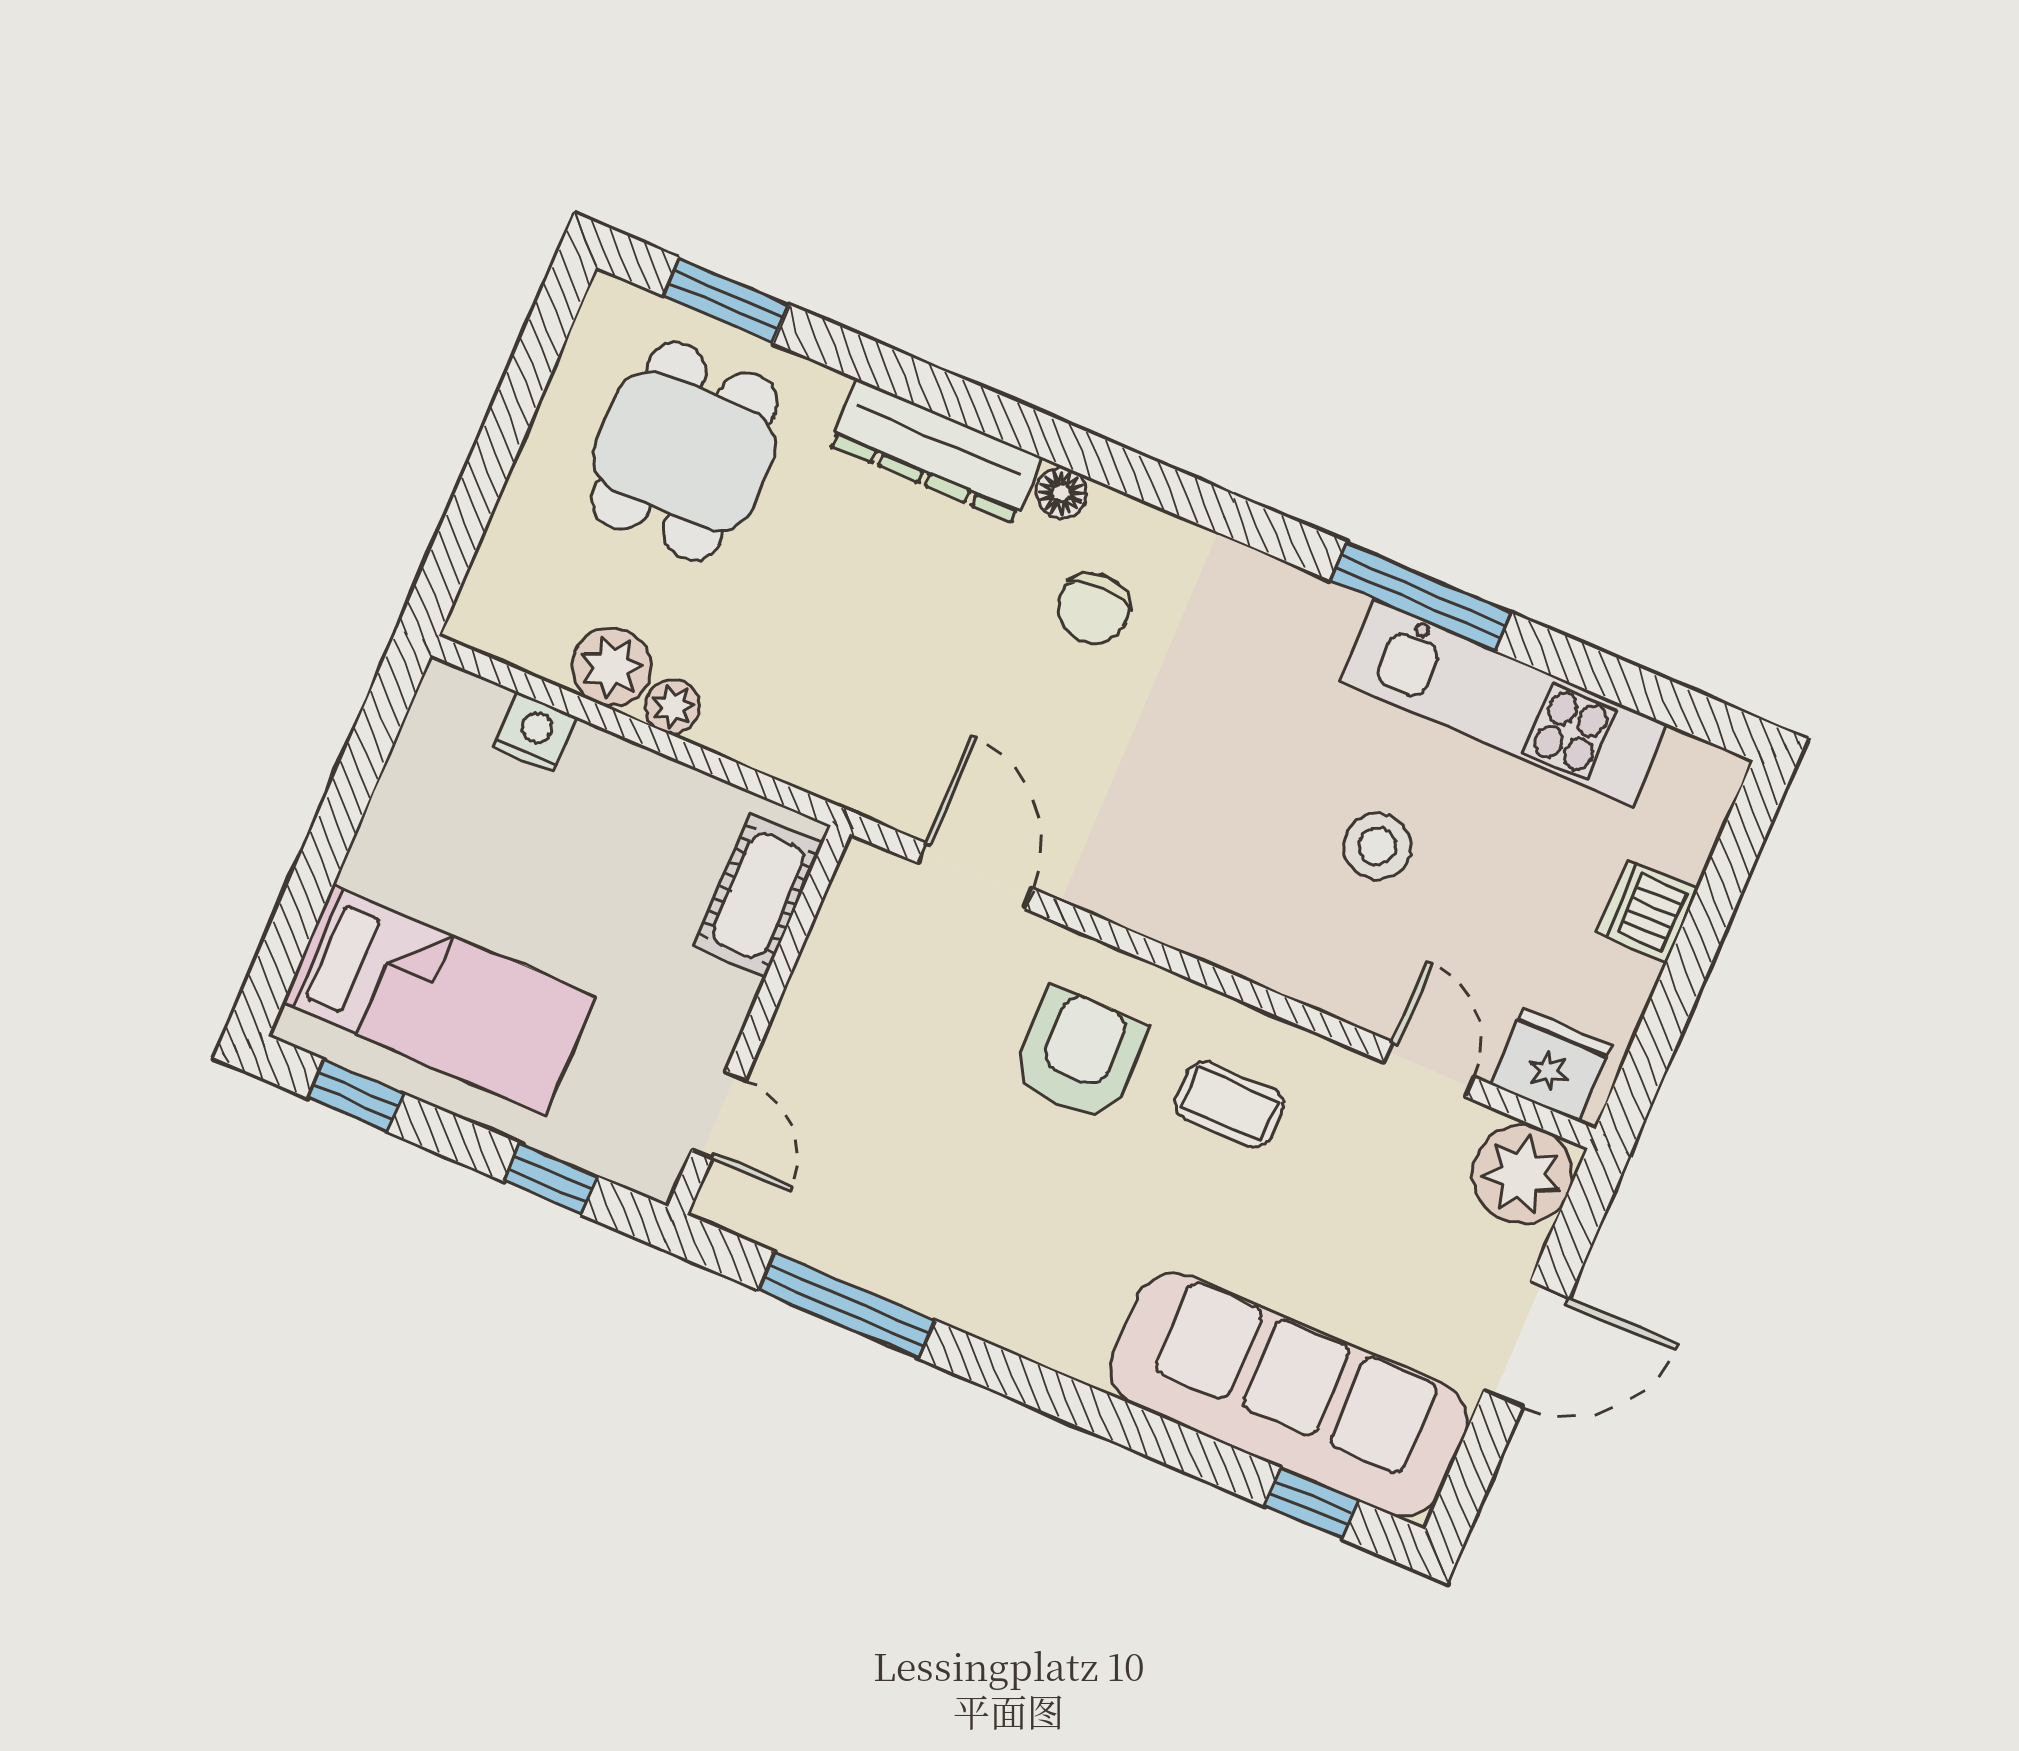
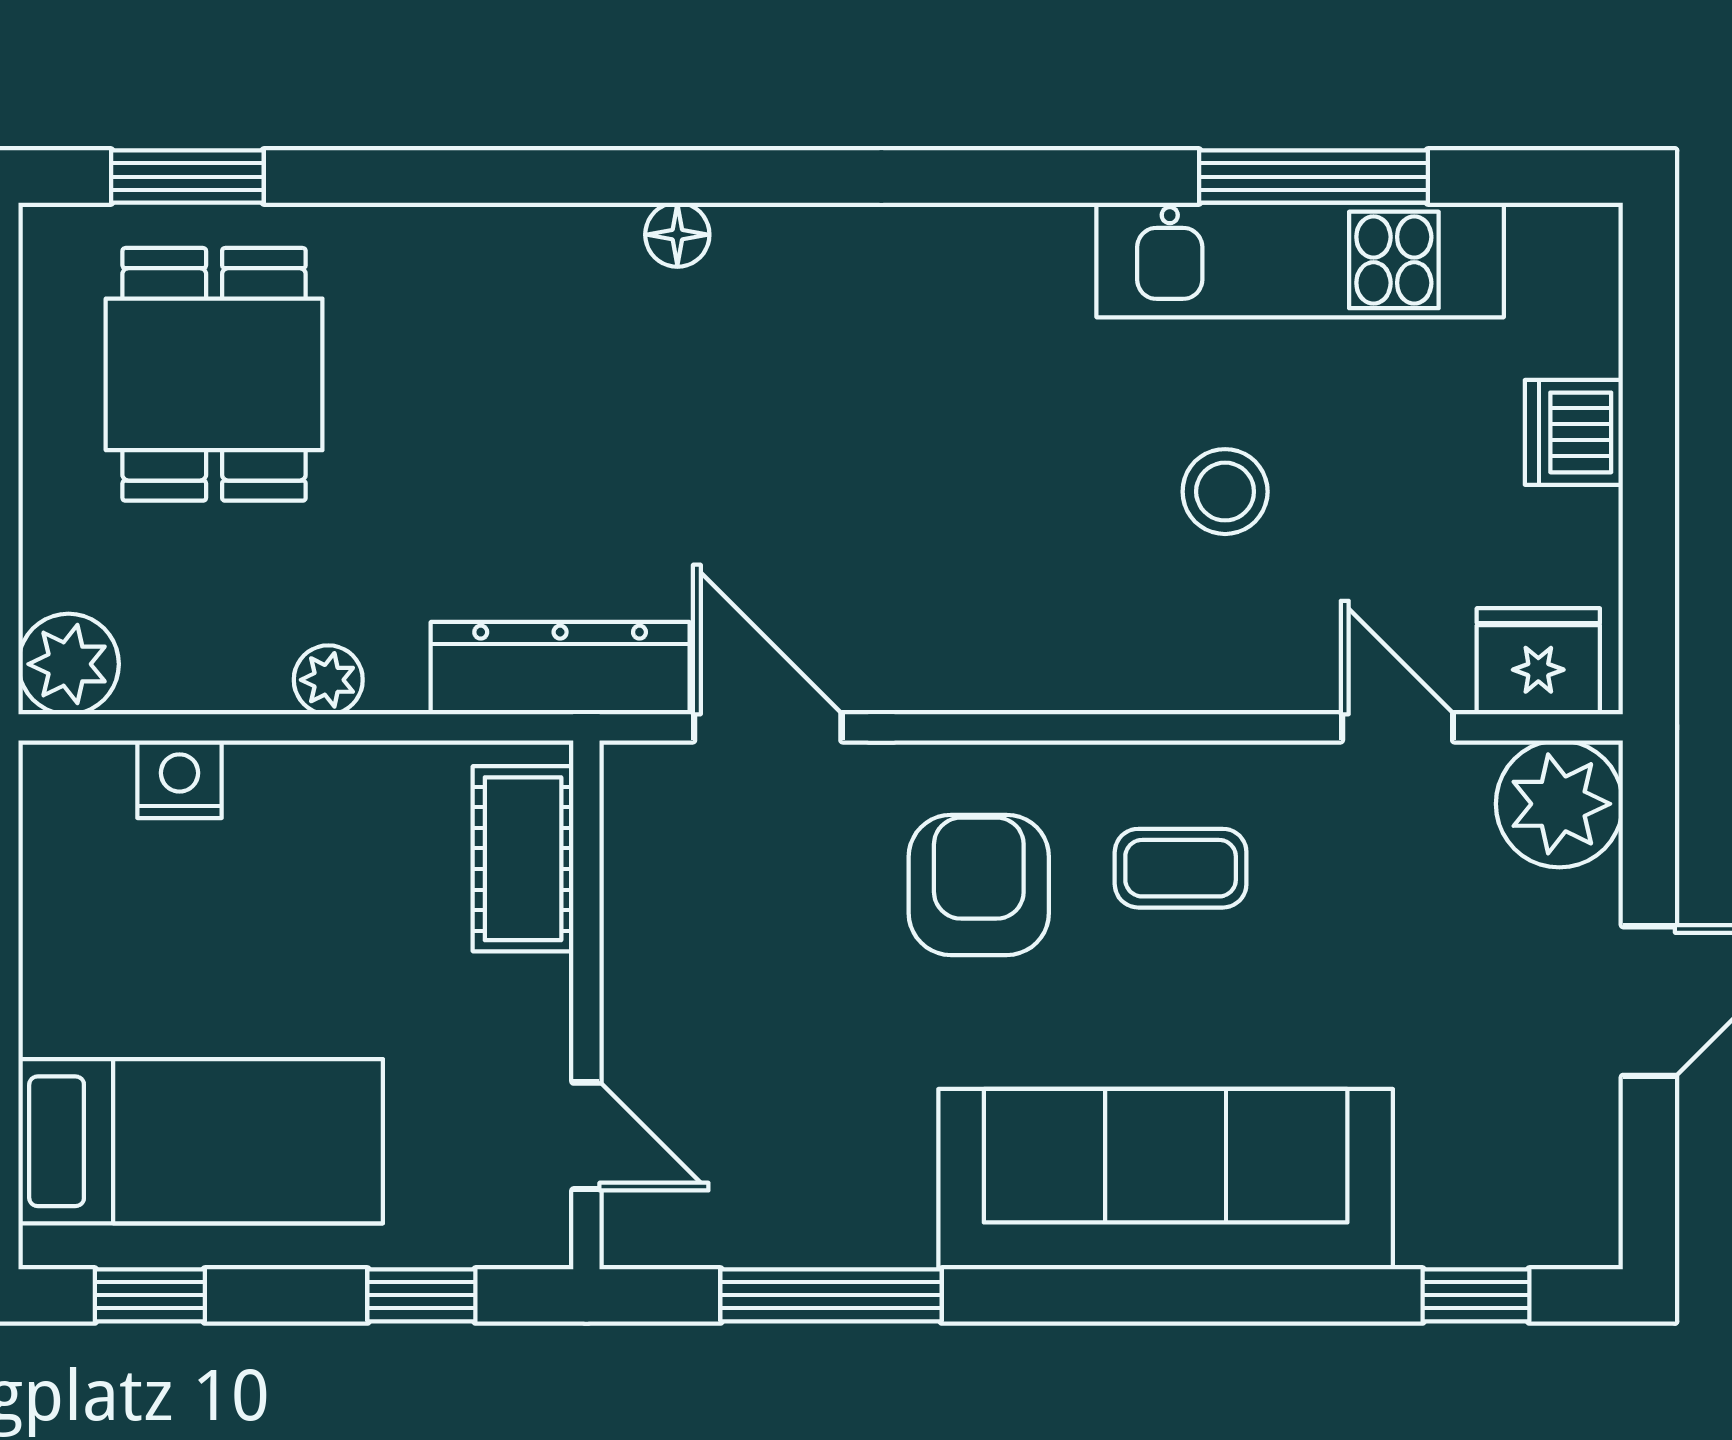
dresser: (936, 451) -> (560, 668), moved, turned 180
window: (1421, 596) -> (1313, 177), moved
chair: (1094, 608) -> (773, 354), removed
plant: (612, 667) -> (69, 664), moved
sofa: (1289, 1395) -> (1166, 1179), moved

